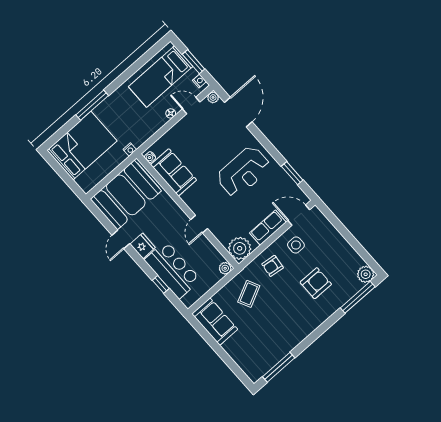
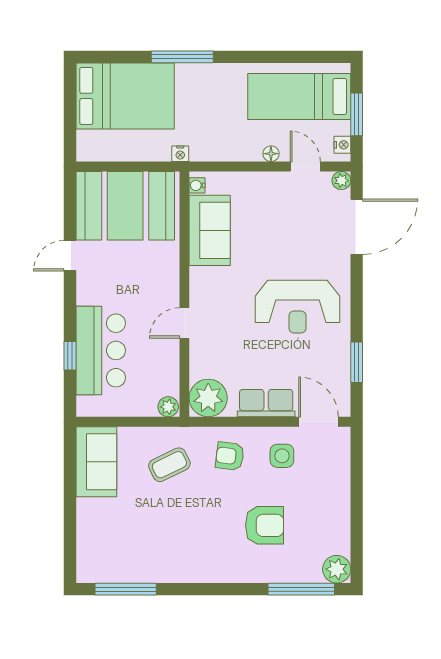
fridge: (143, 246) -> (90, 288), removed

